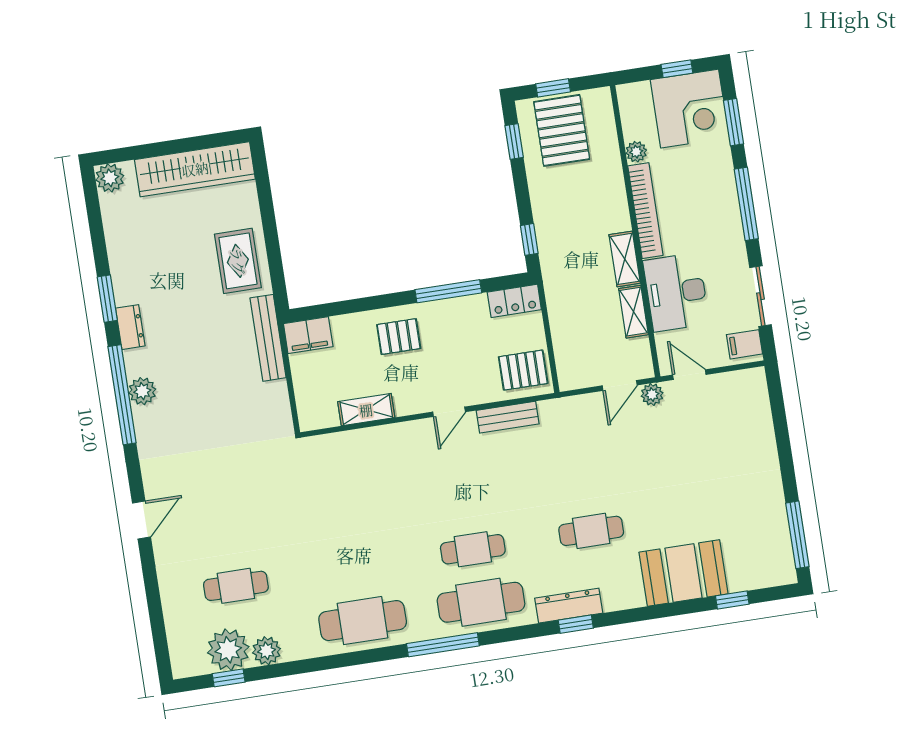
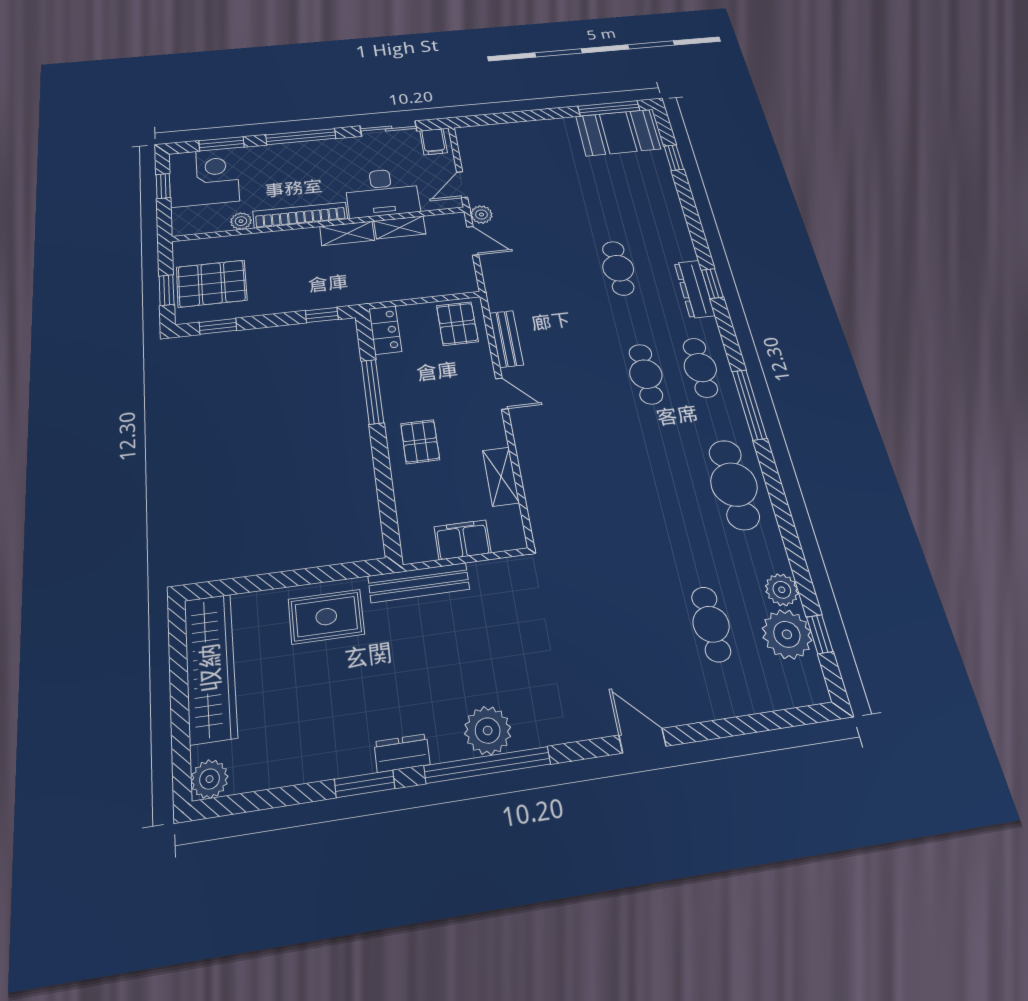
filing cabinet: (308, 335) -> (462, 540), moved, turned -90
plant: (142, 391) -> (488, 731), width x1.36, depth x1.36
booth: (683, 573) -> (618, 133), moved, turned 90
cafe table: (481, 602) -> (700, 368), width x0.73, depth x0.74

